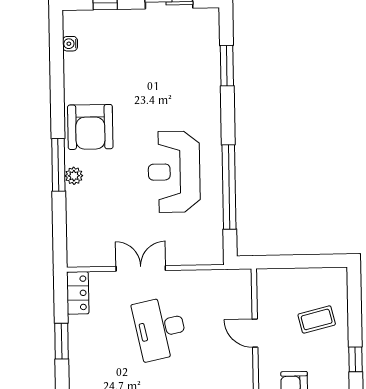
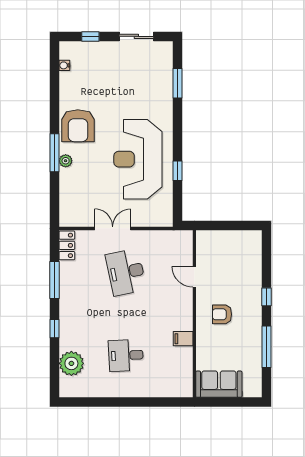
reception desk: (174, 172) -> (138, 159), width x1.36, depth x1.30
window: (229, 187) -> (177, 171), width x0.32
coffee table: (317, 319) -> (239, 268), removed
window: (61, 341) -> (54, 280), width x1.44

